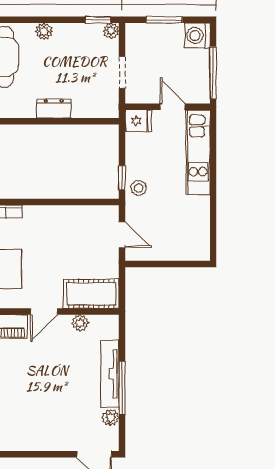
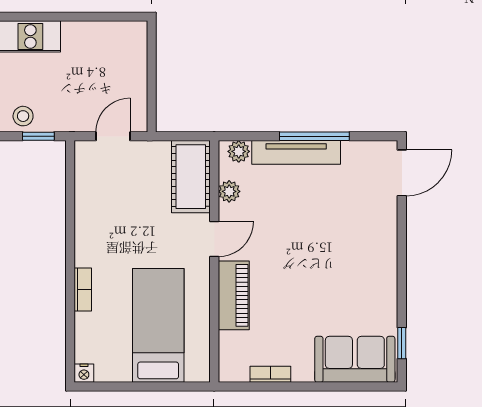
stool: (139, 188) -> (23, 116), moved
door: (44, 312) -> (214, 239), hinge flipped
plant: (111, 418) -> (239, 151), moved

